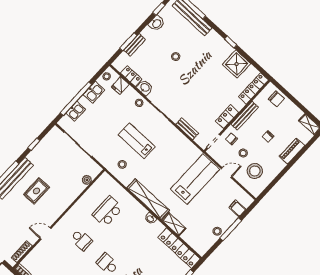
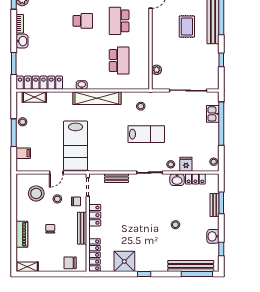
fridge: (120, 86) -> (186, 164), moved
kitchen sink: (94, 92) -> (212, 141), removed
shelving: (174, 224) -> (34, 97), moved
school desk: (81, 240) -> (119, 21), width x1.85

